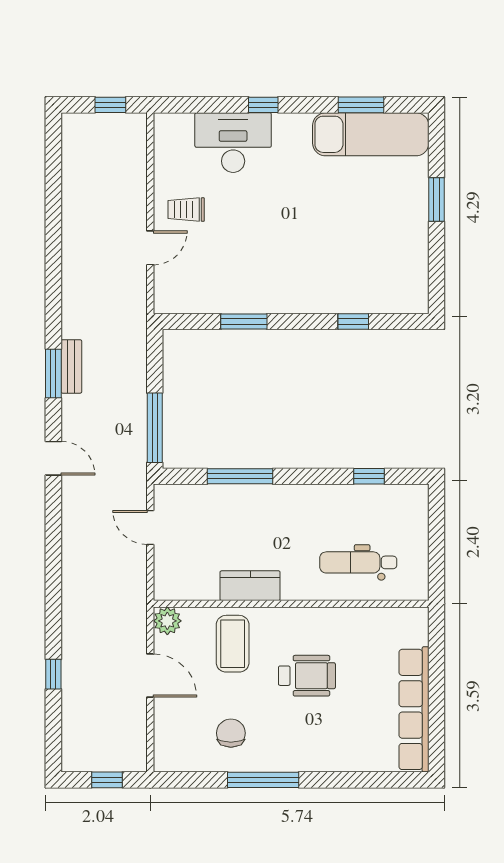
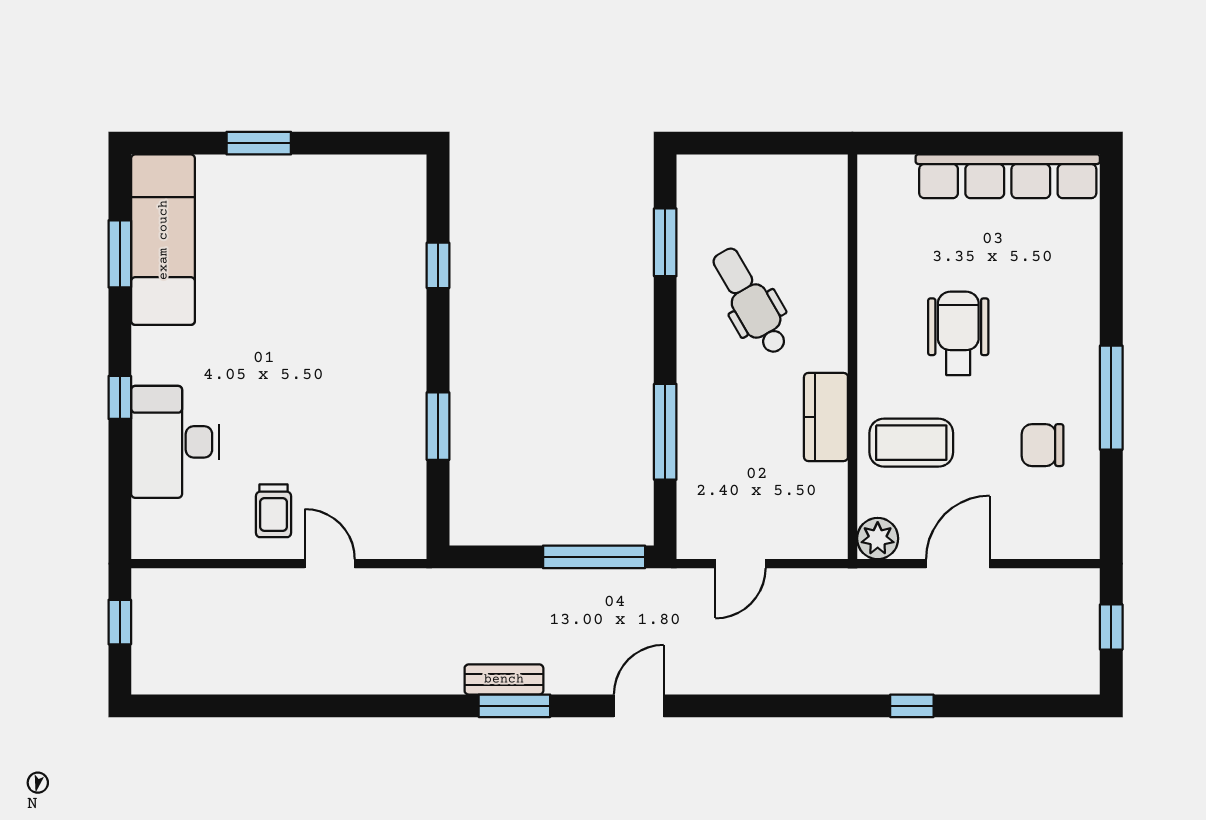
window: (369, 476) -> (665, 242), width x1.50
dental chair: (358, 562) -> (750, 301), moved, turned 150
window: (53, 674) -> (912, 706), moved

